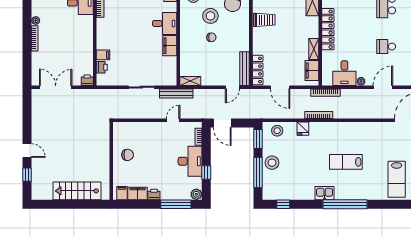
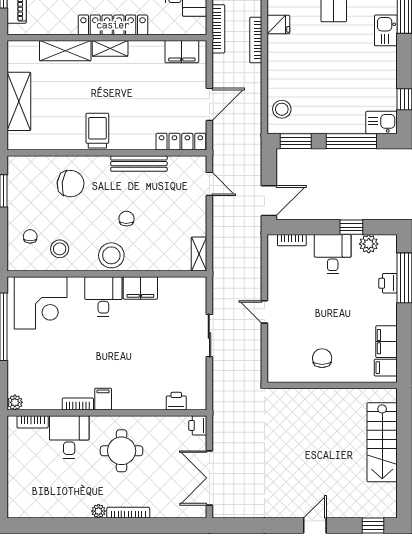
stool: (210, 16) -> (111, 255), moved
round table: (72, 34) -> (122, 451), added
shelving: (314, 49) -> (110, 48), moved
filing cabinet: (103, 55) -> (103, 399), moved
bench: (245, 69) -> (139, 164), moved
bench: (176, 93) -> (220, 277), removed
door: (173, 120) -> (264, 312), moved
fridge: (303, 129) -> (278, 24), moved
desk: (190, 161) -> (333, 254), width x0.73
stool: (272, 163) -> (335, 118), removed
window: (27, 175) -> (373, 525), moved
kitchen sink: (269, 191) -> (381, 122), added
printer: (154, 194) -> (388, 283), moved
plant: (196, 194) -> (369, 244), moved

